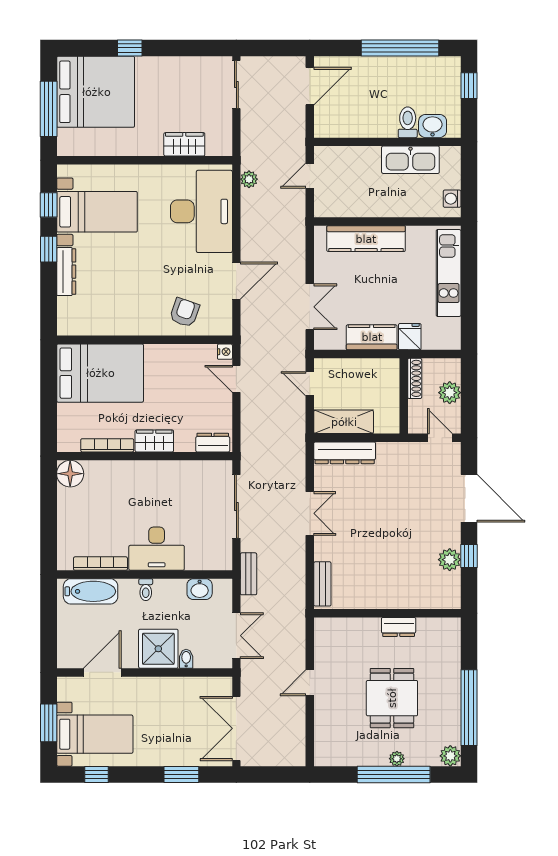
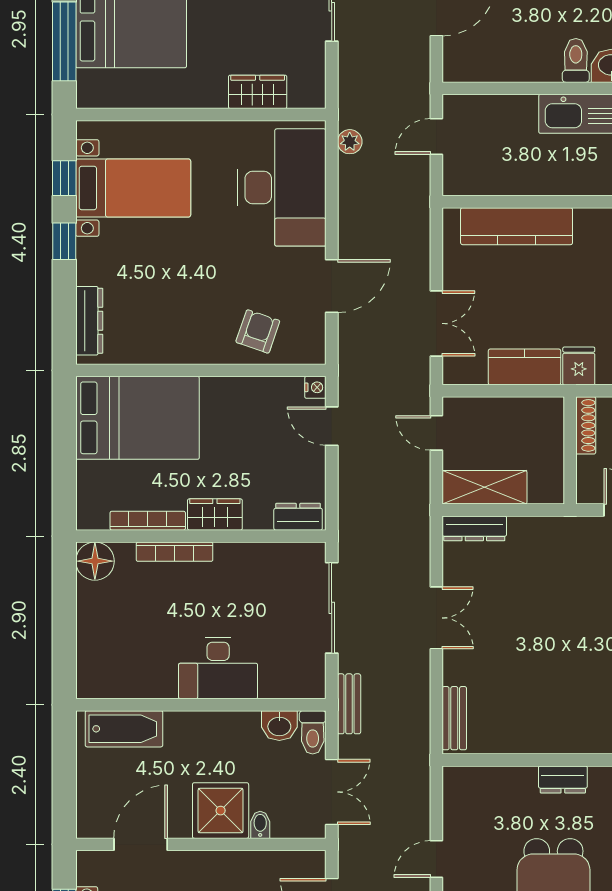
dresser: (66, 272) -> (89, 321), moved
dresser: (345, 453) -> (474, 528), width x0.73, depth x0.80
bookcase: (100, 564) -> (175, 552), moved, turned 180
toilet: (146, 590) -> (313, 732), moved, width x1.37, depth x1.39

